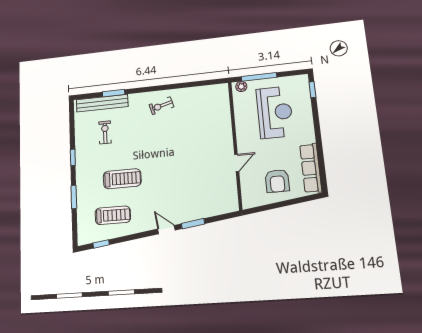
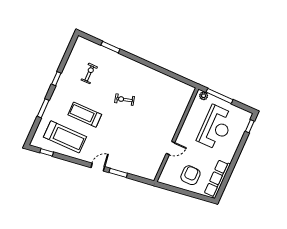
bench: (102, 103) -> (98, 50), removed
exercise bike: (161, 106) -> (125, 100), moved
treadmill: (122, 179) -> (85, 115), turned 180
armchair: (277, 181) -> (190, 175), turned 180
treadmill: (113, 215) -> (65, 137), width x1.37, depth x1.38
door: (166, 230) -> (98, 167), hinge flipped

